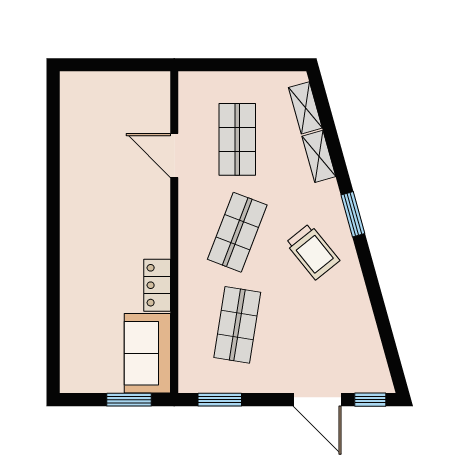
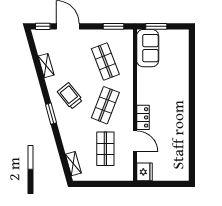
fridge: (154, 90) -> (145, 172), added
shelving: (319, 156) -> (46, 66), moved
locker: (157, 285) -> (143, 117), moved
shop shelf: (237, 325) -> (105, 62), turned -30

